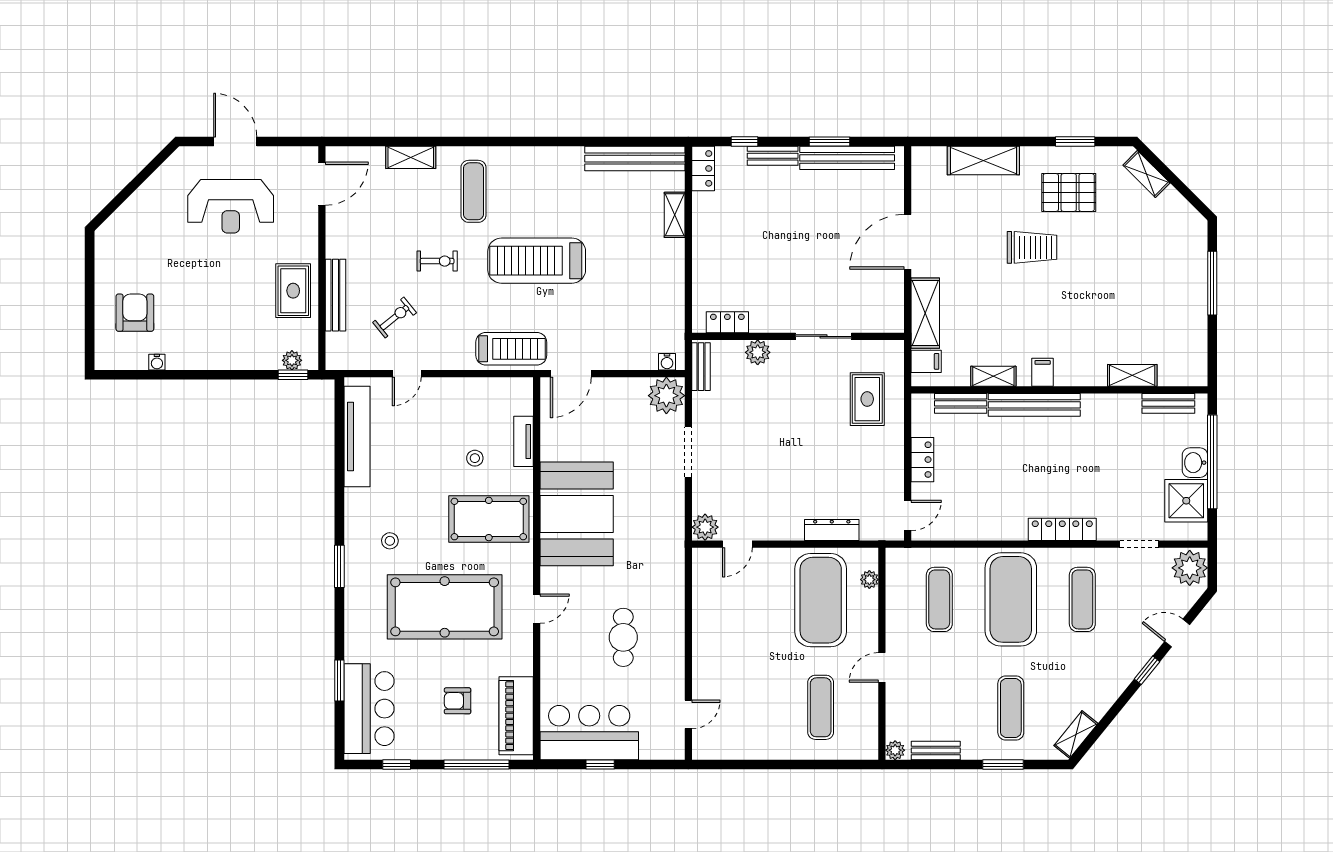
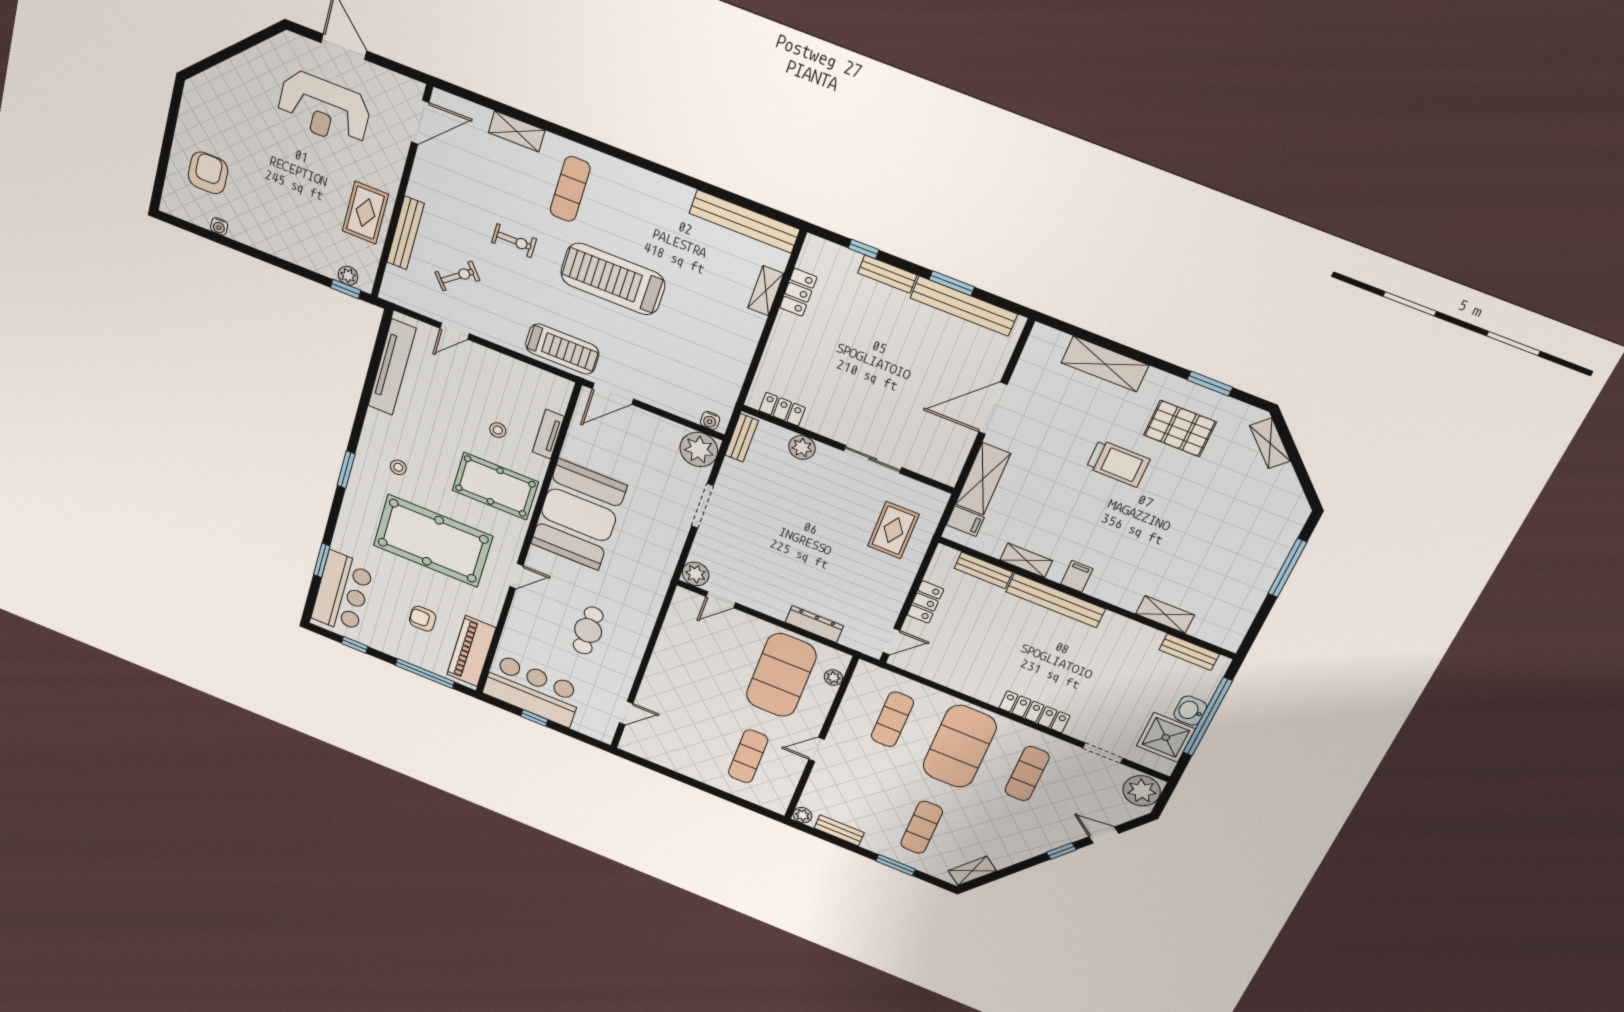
locker: (703, 168) -> (798, 292), moved

